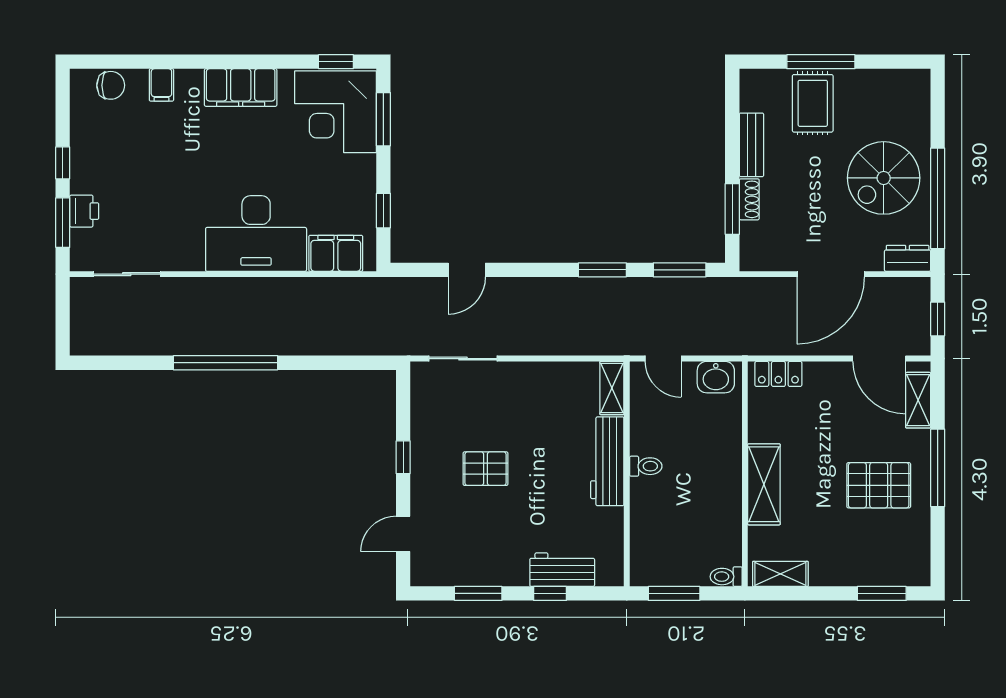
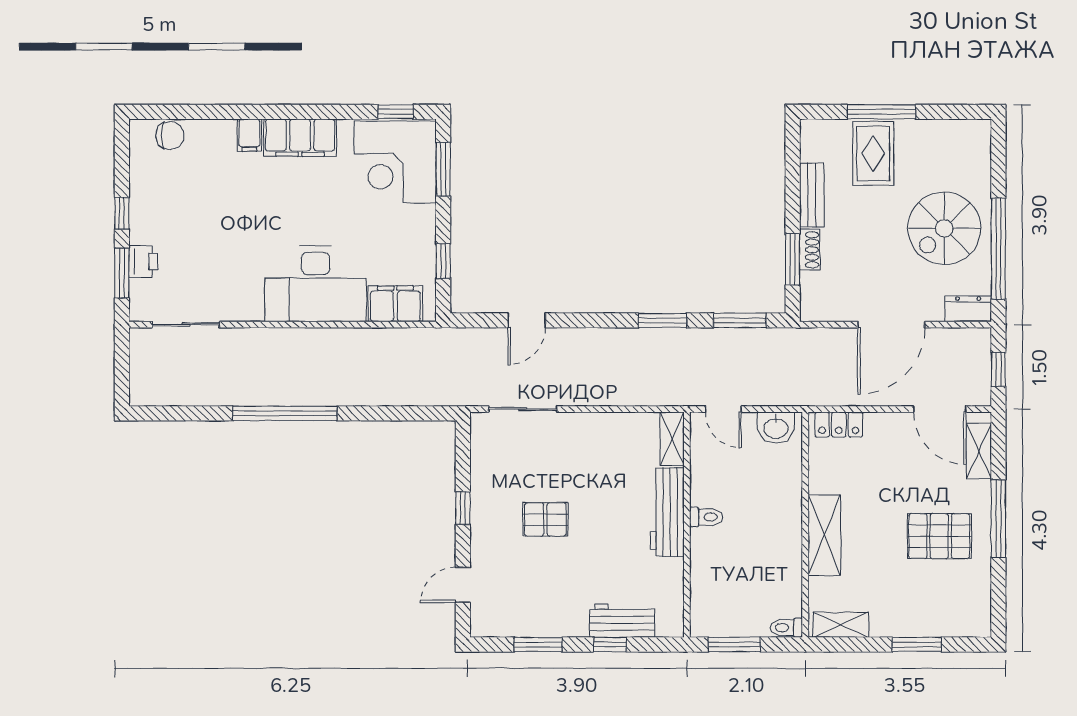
filing cabinet: (161, 85) -> (249, 135), moved
window: (882, 593) -> (917, 644), moved

